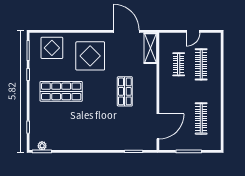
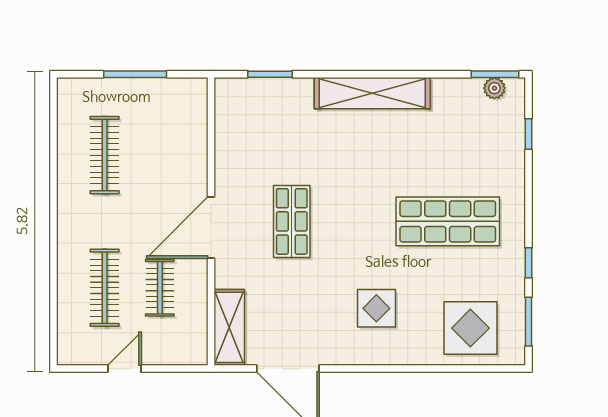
display table: (90, 56) -> (376, 308), width x0.54, depth x0.54
door: (158, 126) -> (211, 228), moved
shelving: (92, 144) -> (372, 93), added

